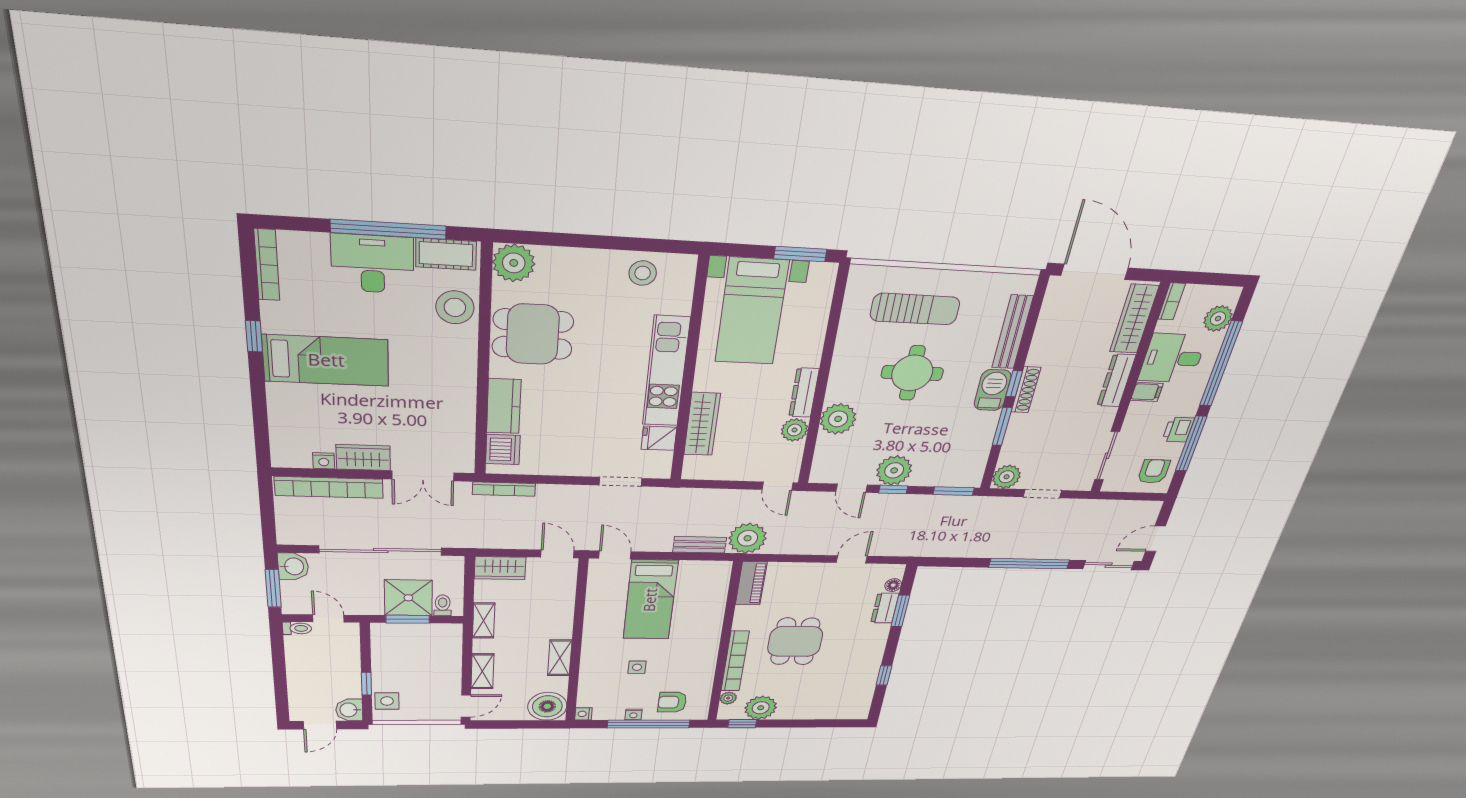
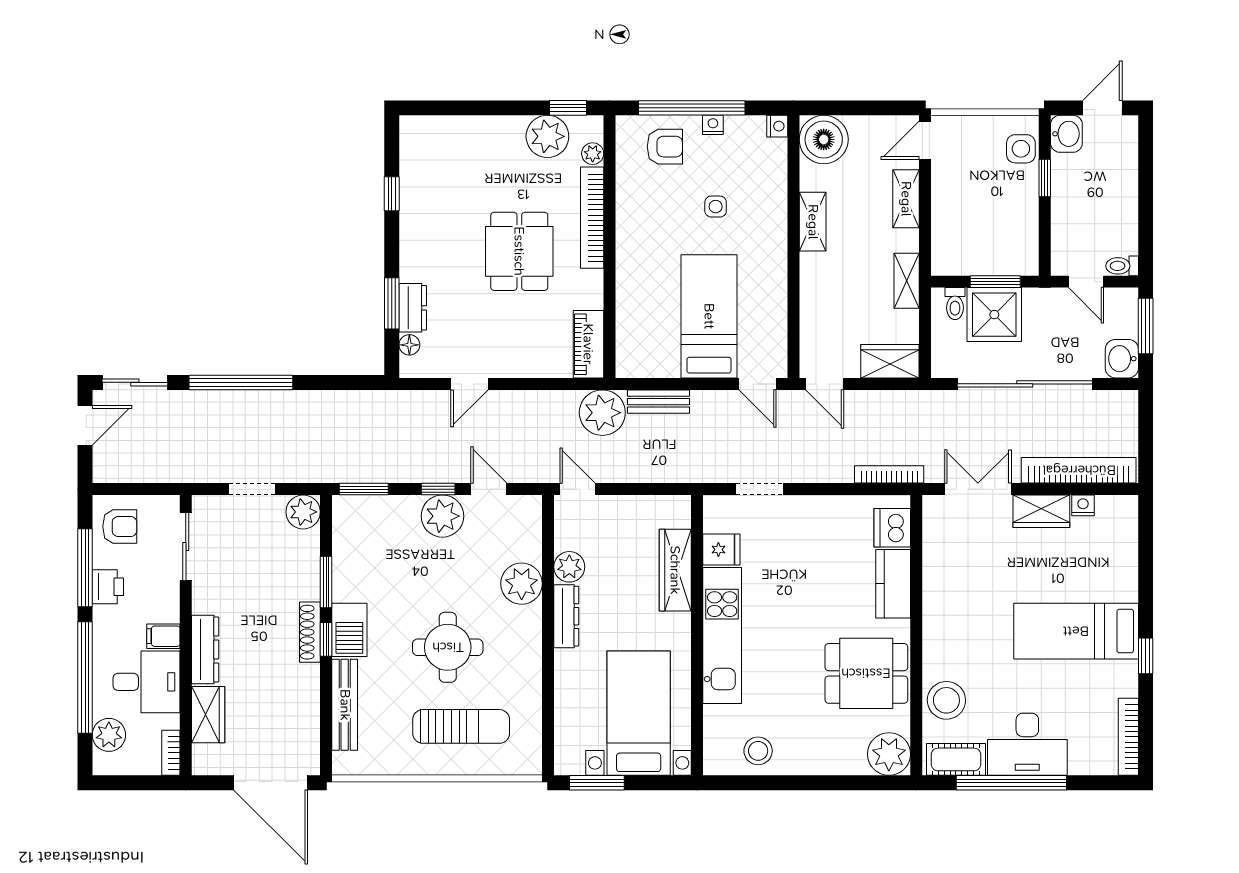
sun lounger: (915, 309) -> (461, 726), turned 180
wardrobe: (1134, 319) -> (208, 715), width x0.67
armchair: (1154, 471) -> (120, 527), turned -90

